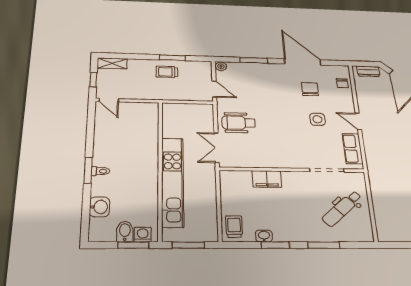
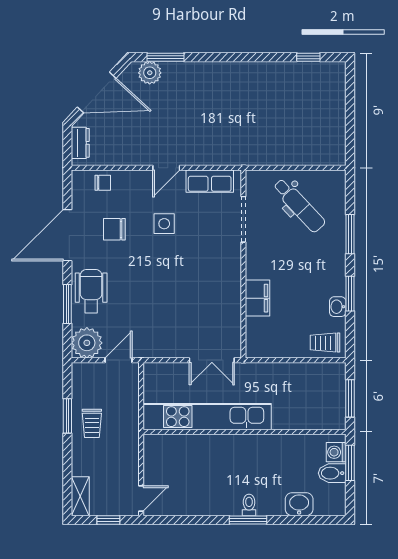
plant: (221, 66) -> (87, 343), width x1.88, depth x1.88
wheelchair: (239, 123) -> (91, 291), moved, turned 180
kitchen unit: (173, 182) -> (207, 417), moved

